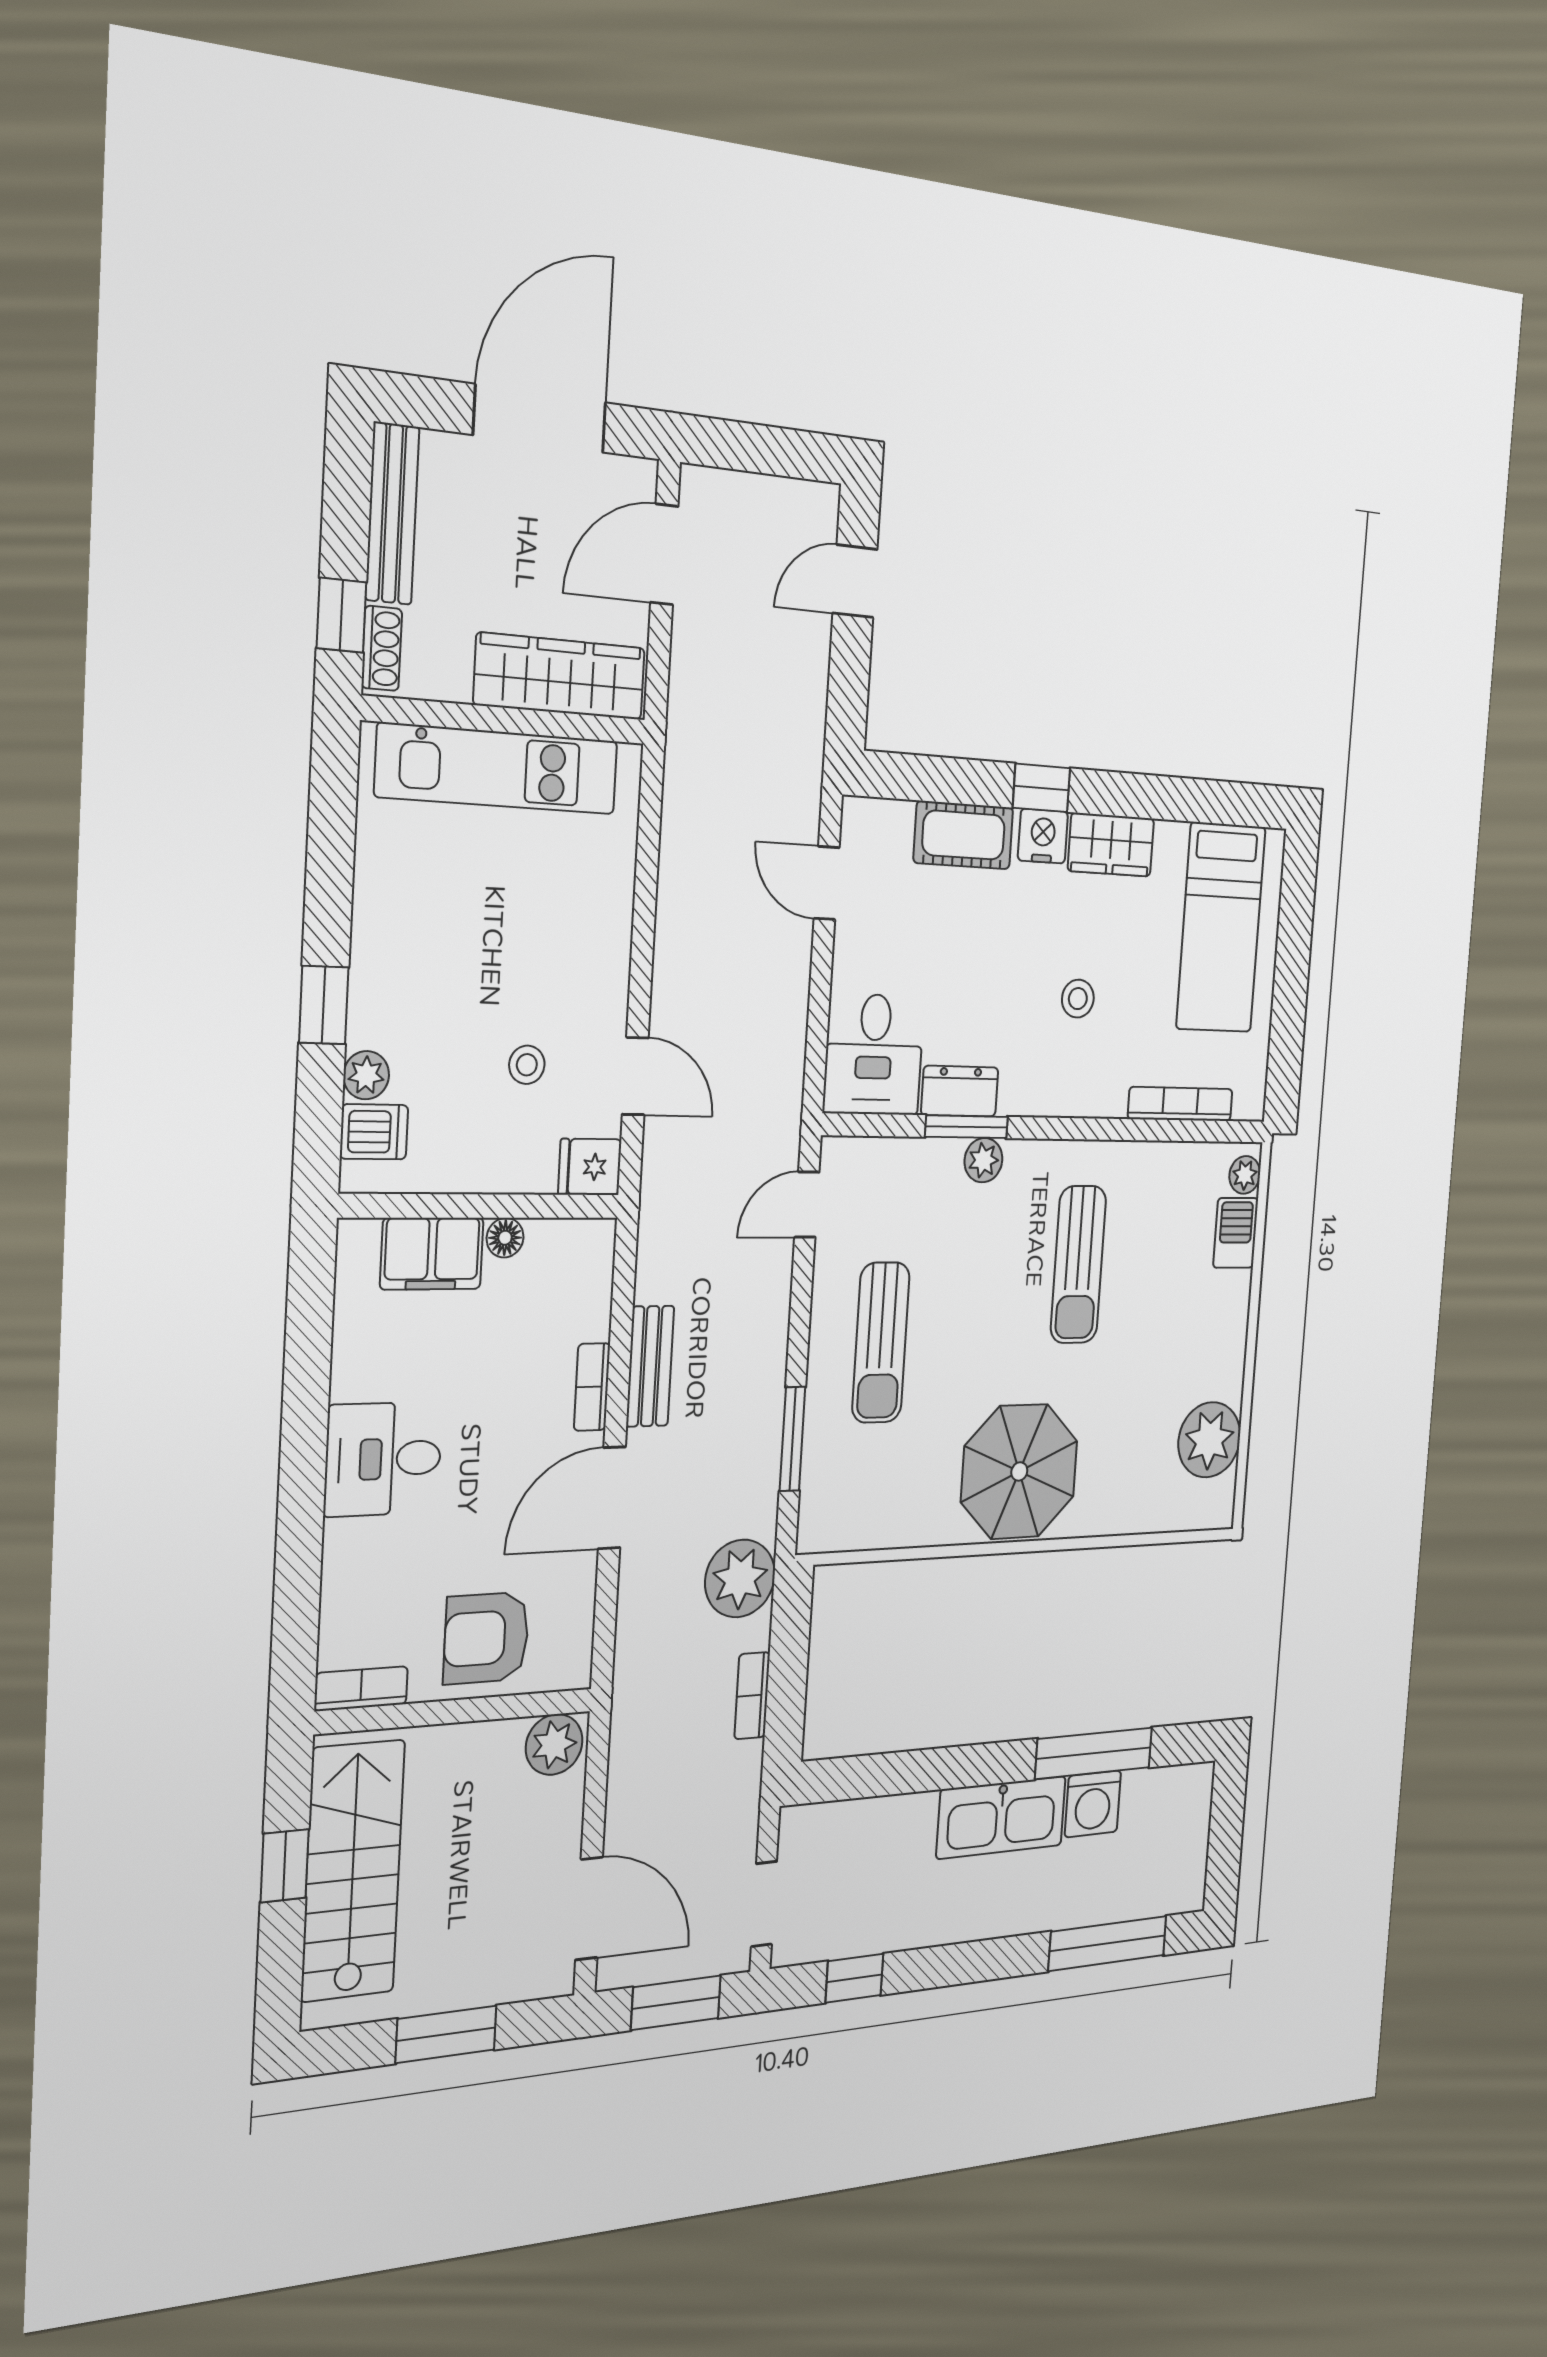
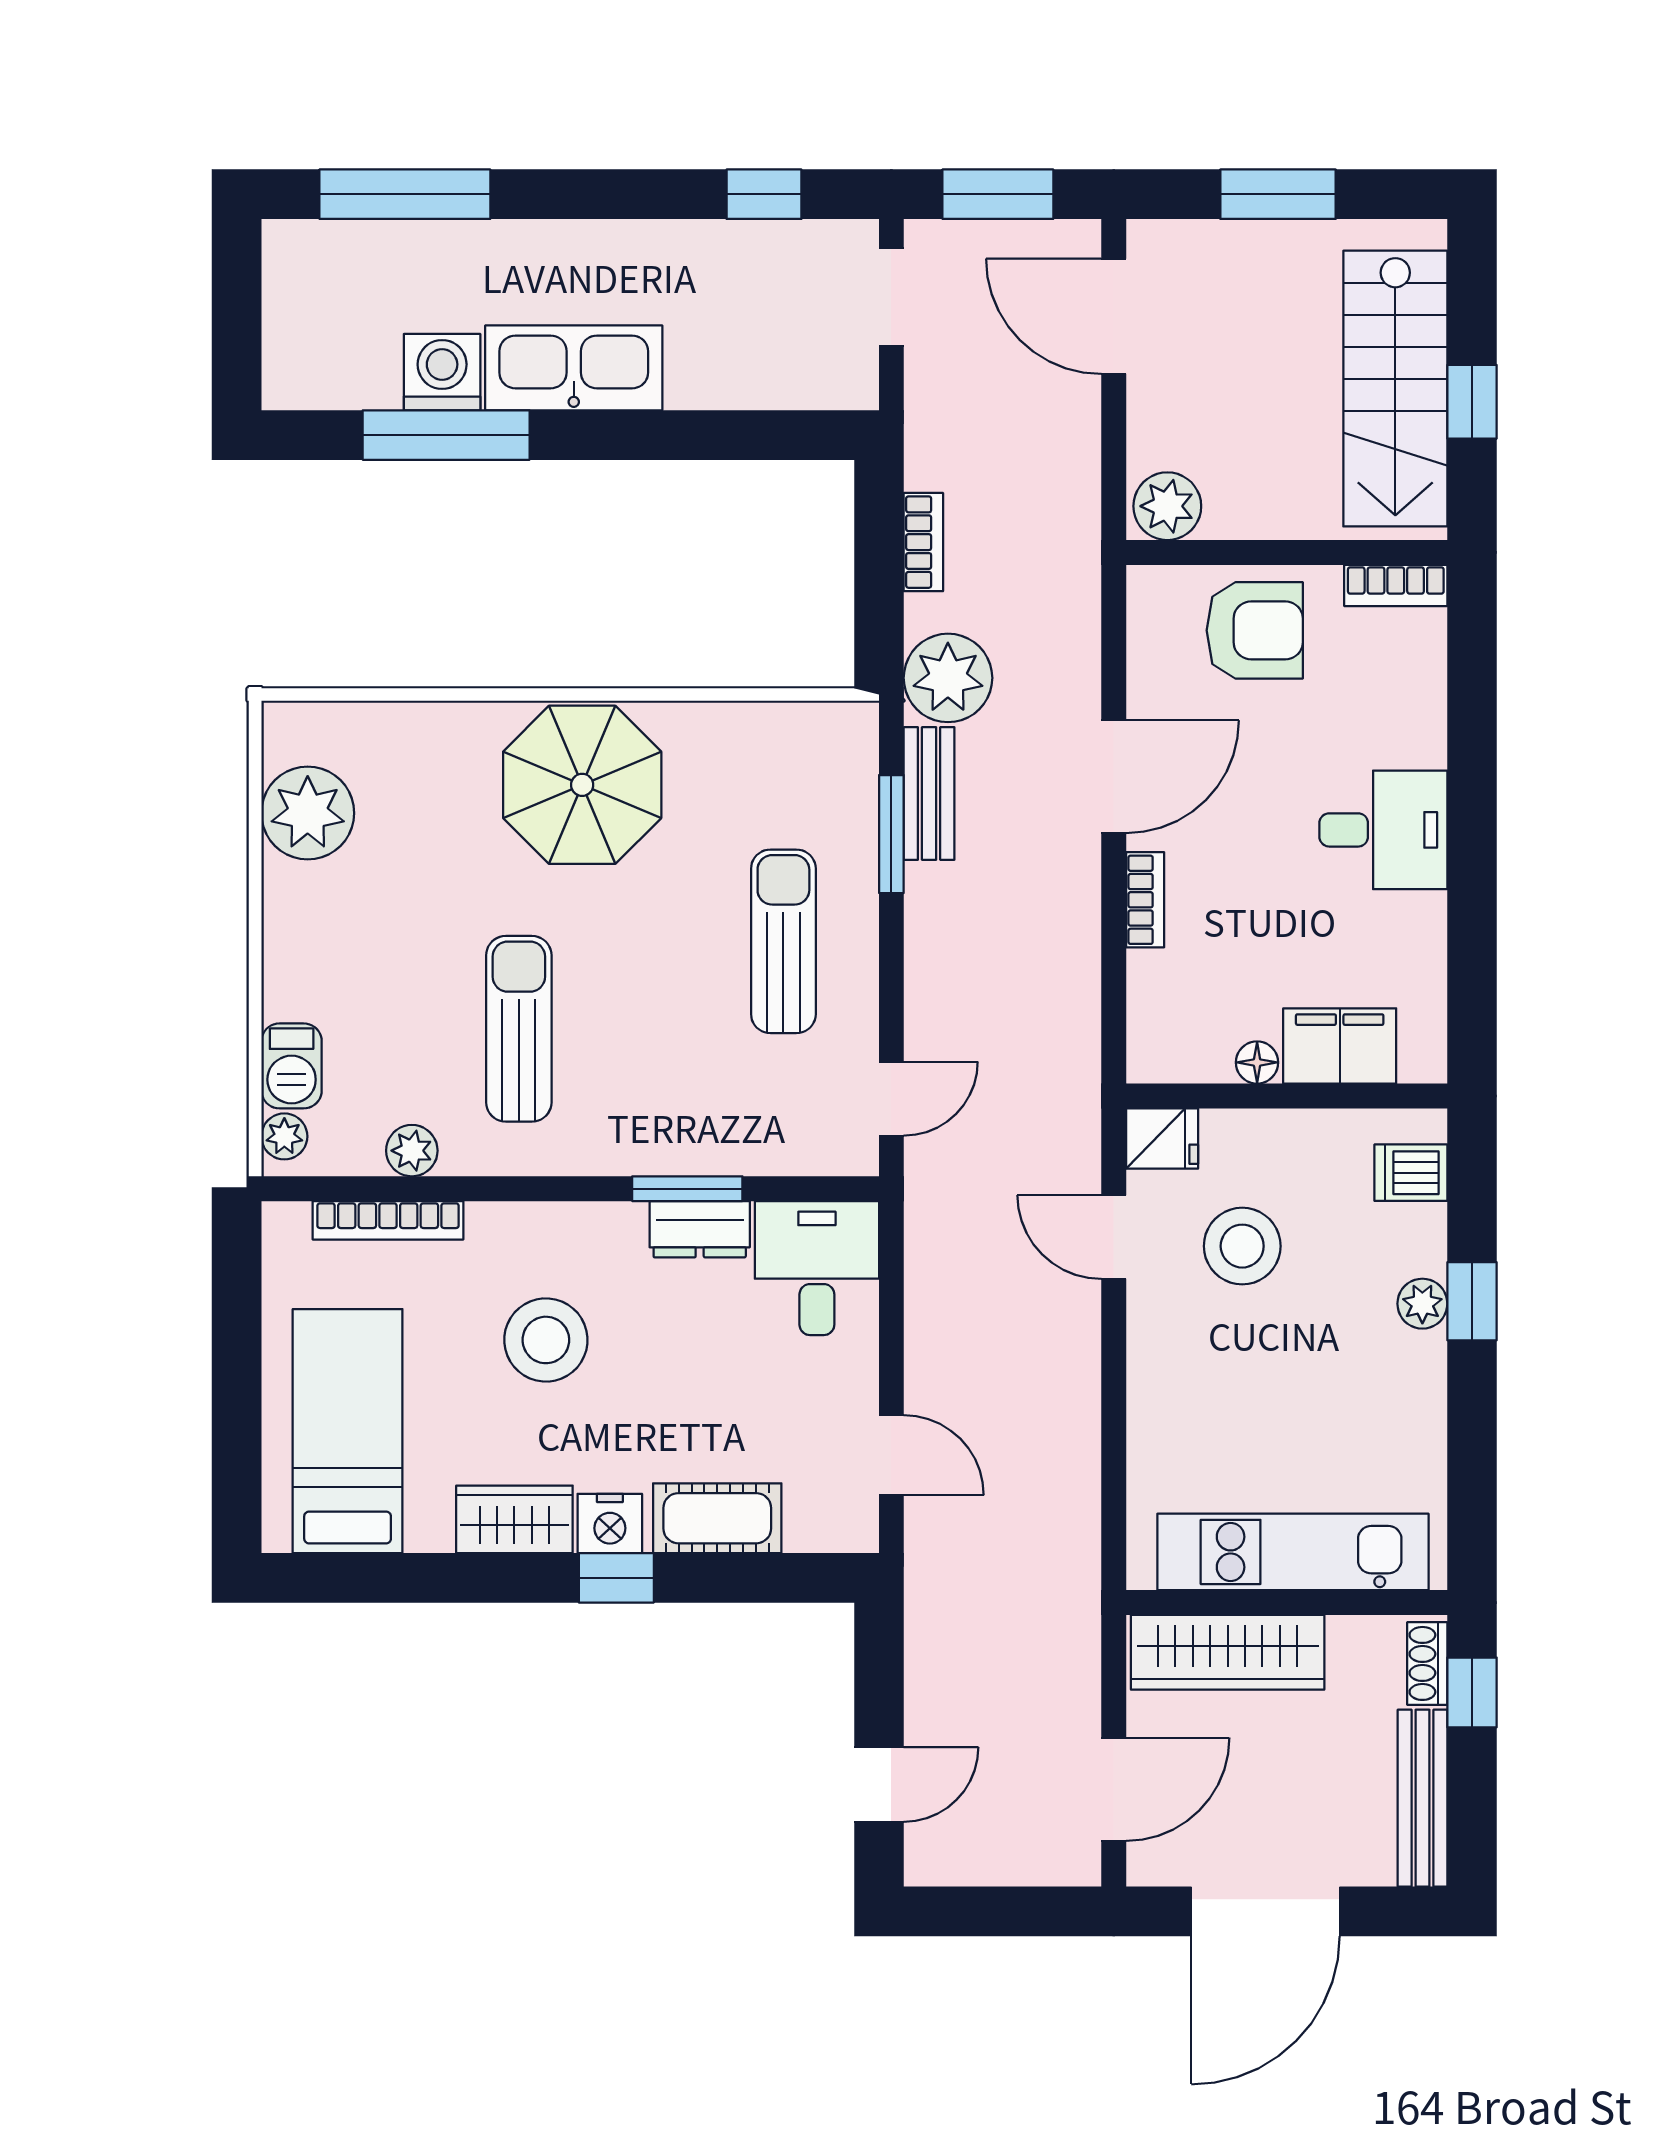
stool: (1078, 999) -> (546, 1340), width x1.89, depth x1.89
stool: (527, 1065) -> (1242, 1246), width x1.89, depth x1.89
plant: (366, 1075) -> (1422, 1304), moved
plant: (983, 1160) -> (412, 1151), moved
bench: (650, 1366) -> (929, 793), moved

